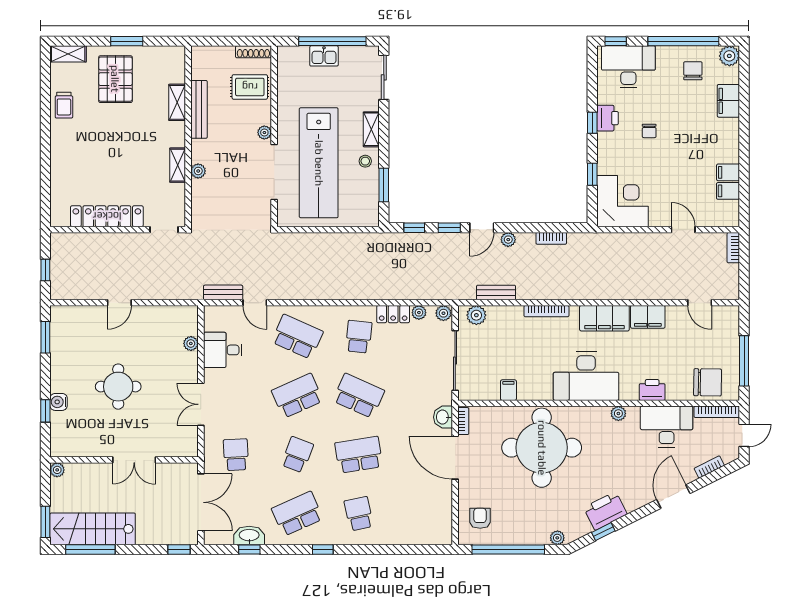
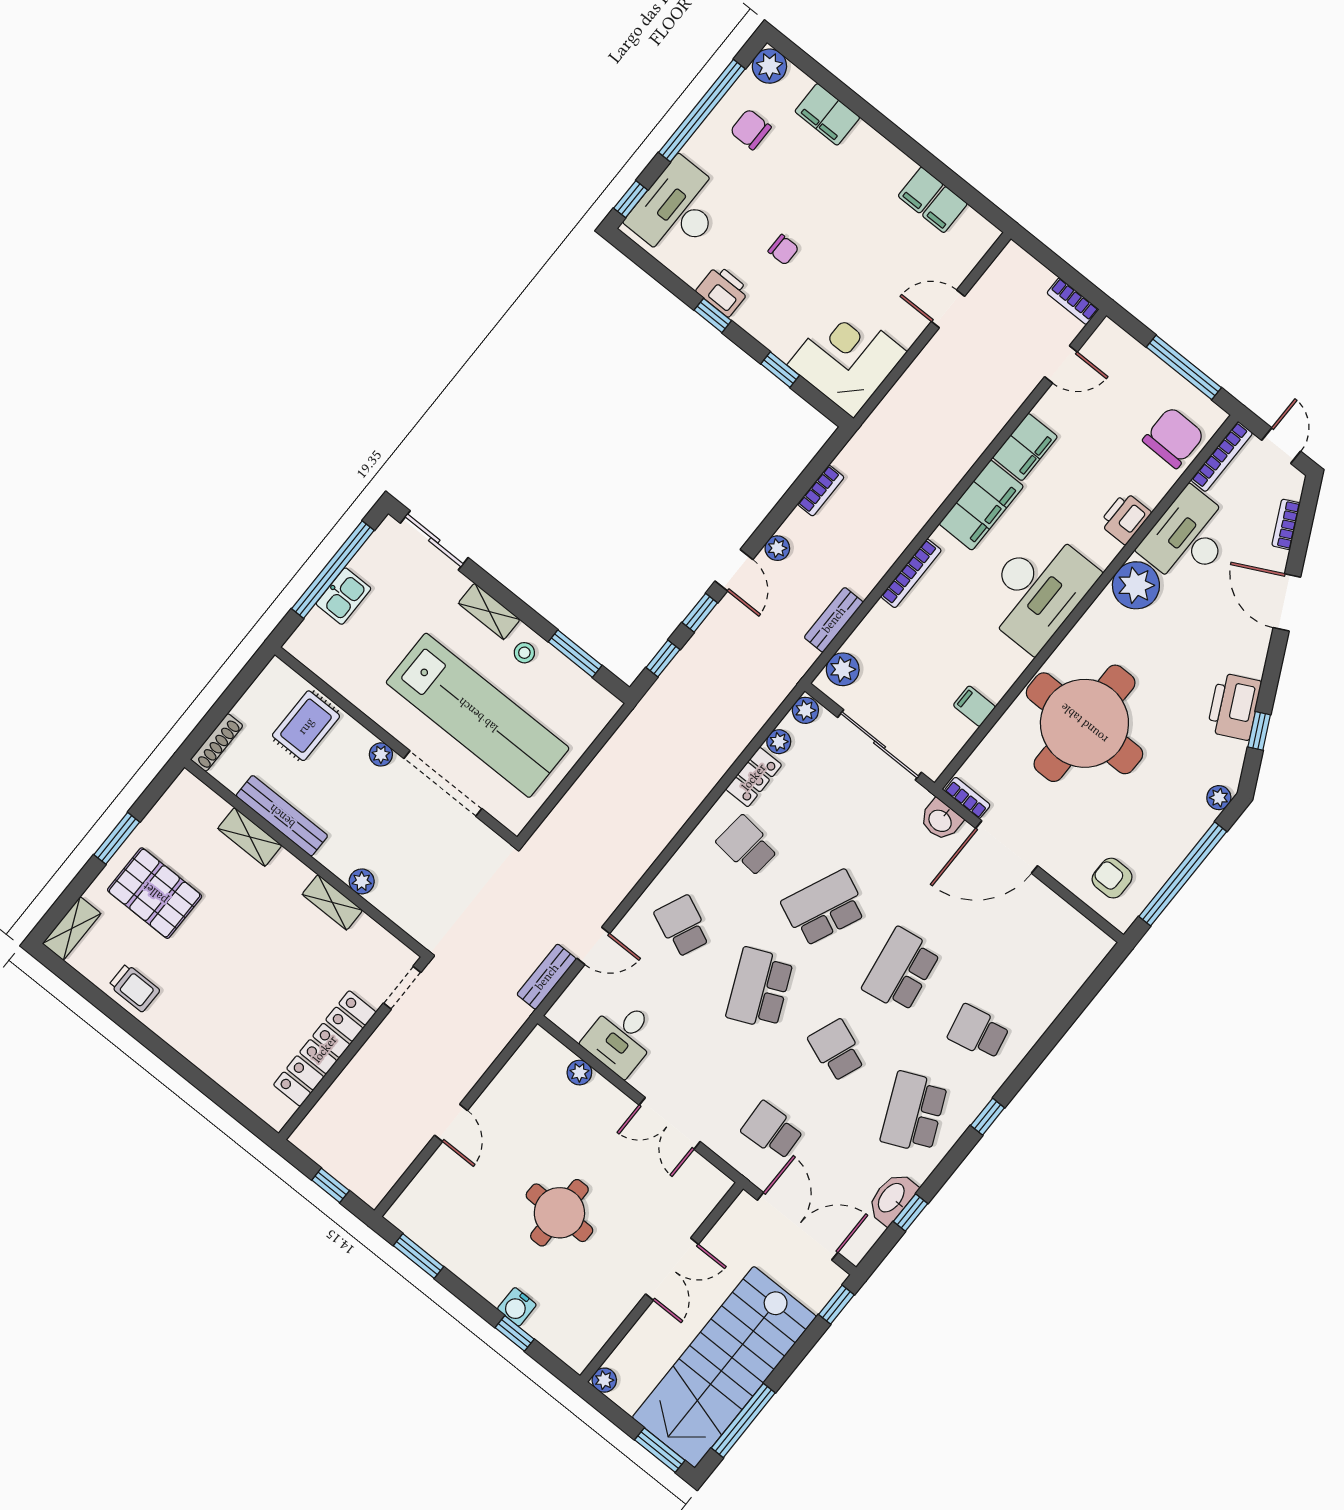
shoe rack: (253, 52) -> (217, 742), moved
bookcase: (733, 248) -> (1073, 301), moved
school desk: (297, 337) -> (682, 926), width x0.54
plant: (618, 413) -> (1136, 585), width x1.88, depth x1.88
stairs: (93, 529) -> (724, 1367), width x1.36, depth x1.51

